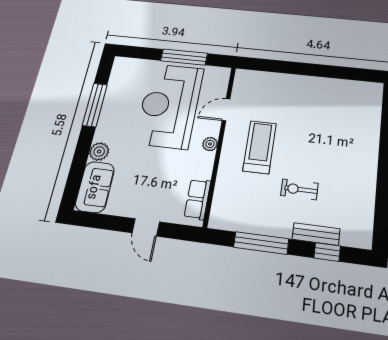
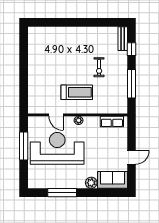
reception desk: (169, 105) -> (57, 148), turned 180
treadmill: (260, 147) -> (77, 92), turned 180
door: (146, 227) -> (131, 157), moved
bench: (316, 234) -> (123, 39), moved

